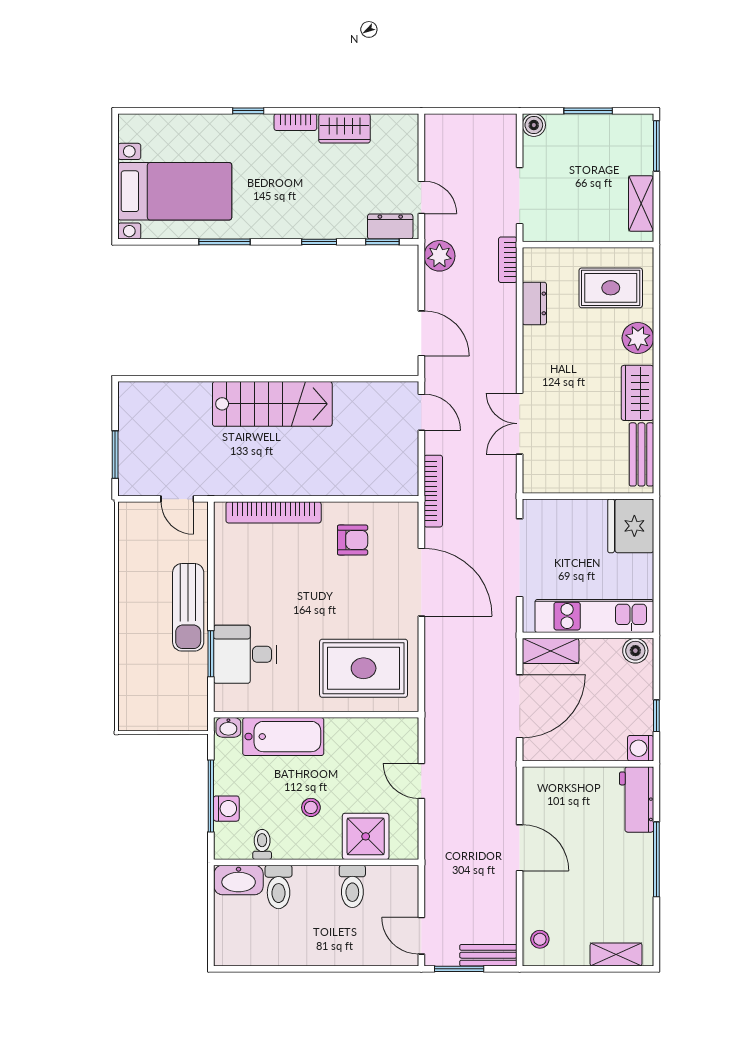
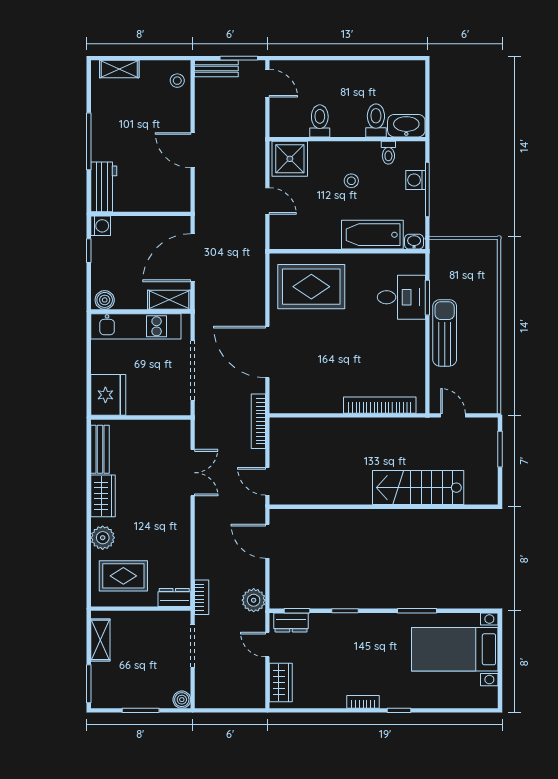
wardrobe: (344, 128) -> (281, 683), moved, turned 90
dresser: (534, 303) -> (174, 597), moved, turned 90
stairs: (272, 404) -> (418, 488), moved
armchair: (353, 540) -> (320, 384), removed
shower: (366, 836) -> (290, 159), moved

